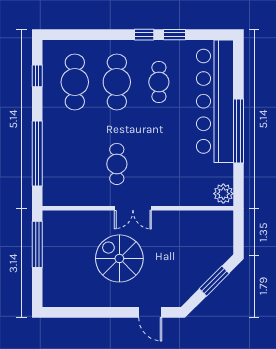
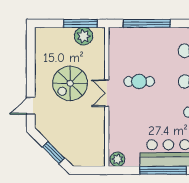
plant: (55, 240) -> (84, 36), added
spiral stairs: (119, 258) -> (70, 83), turned 180

